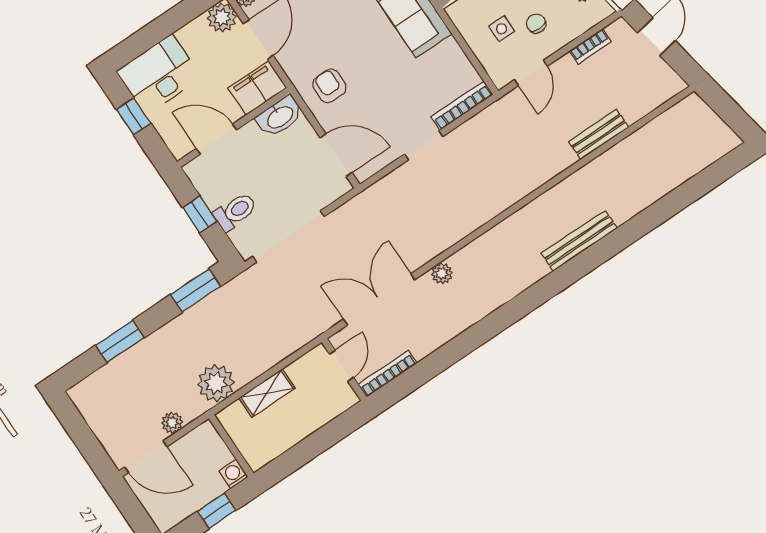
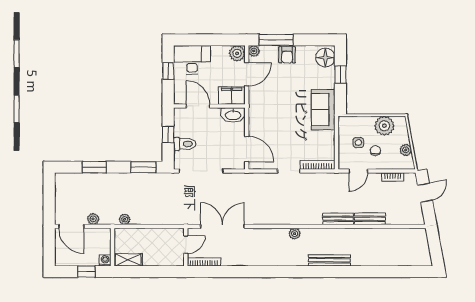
armchair: (329, 86) -> (264, 116), removed
bench: (550, 168) -> (338, 219), added
plant: (442, 273) -> (295, 234), moved
plant: (216, 383) -> (125, 219), width x0.53, depth x0.53
shelving: (267, 393) -> (128, 260), moved

